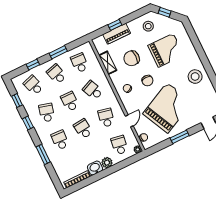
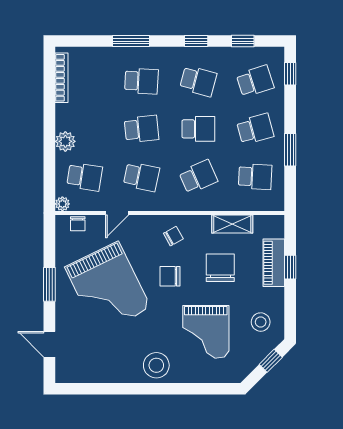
window: (33, 65) -> (290, 74), moved
stool: (195, 77) -> (156, 365), moved
door: (129, 121) -> (117, 213), hinge flipped
washbasin: (95, 168) -> (66, 117), removed

